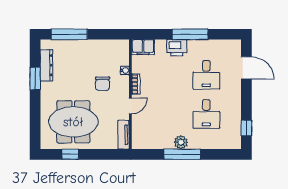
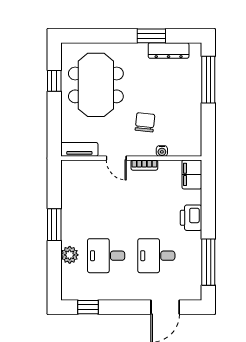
window: (190, 34) -> (208, 262), moved
chair: (102, 84) -> (145, 122), turned 96
plant: (181, 142) -> (70, 255), moved
window: (182, 154) -> (54, 225), width x0.69

